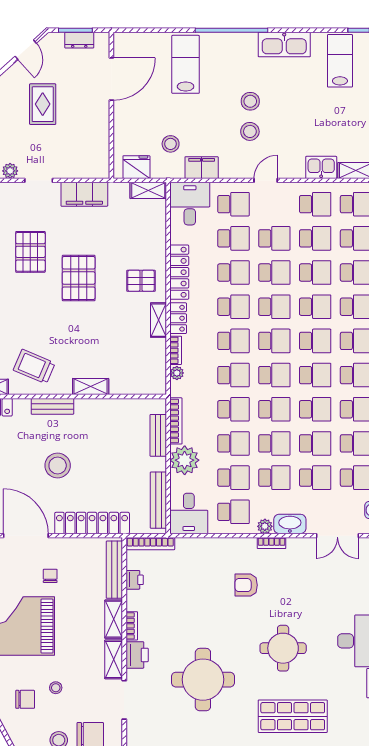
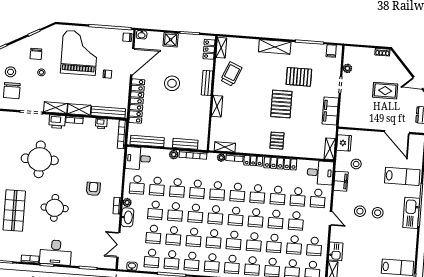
kitchen sink: (284, 45) -> (411, 213), moved
pallet: (79, 278) -> (281, 104), turned 90
shelving: (158, 320) -> (225, 147), moved
plant: (185, 460) -> (174, 155), width x0.53, depth x0.53

